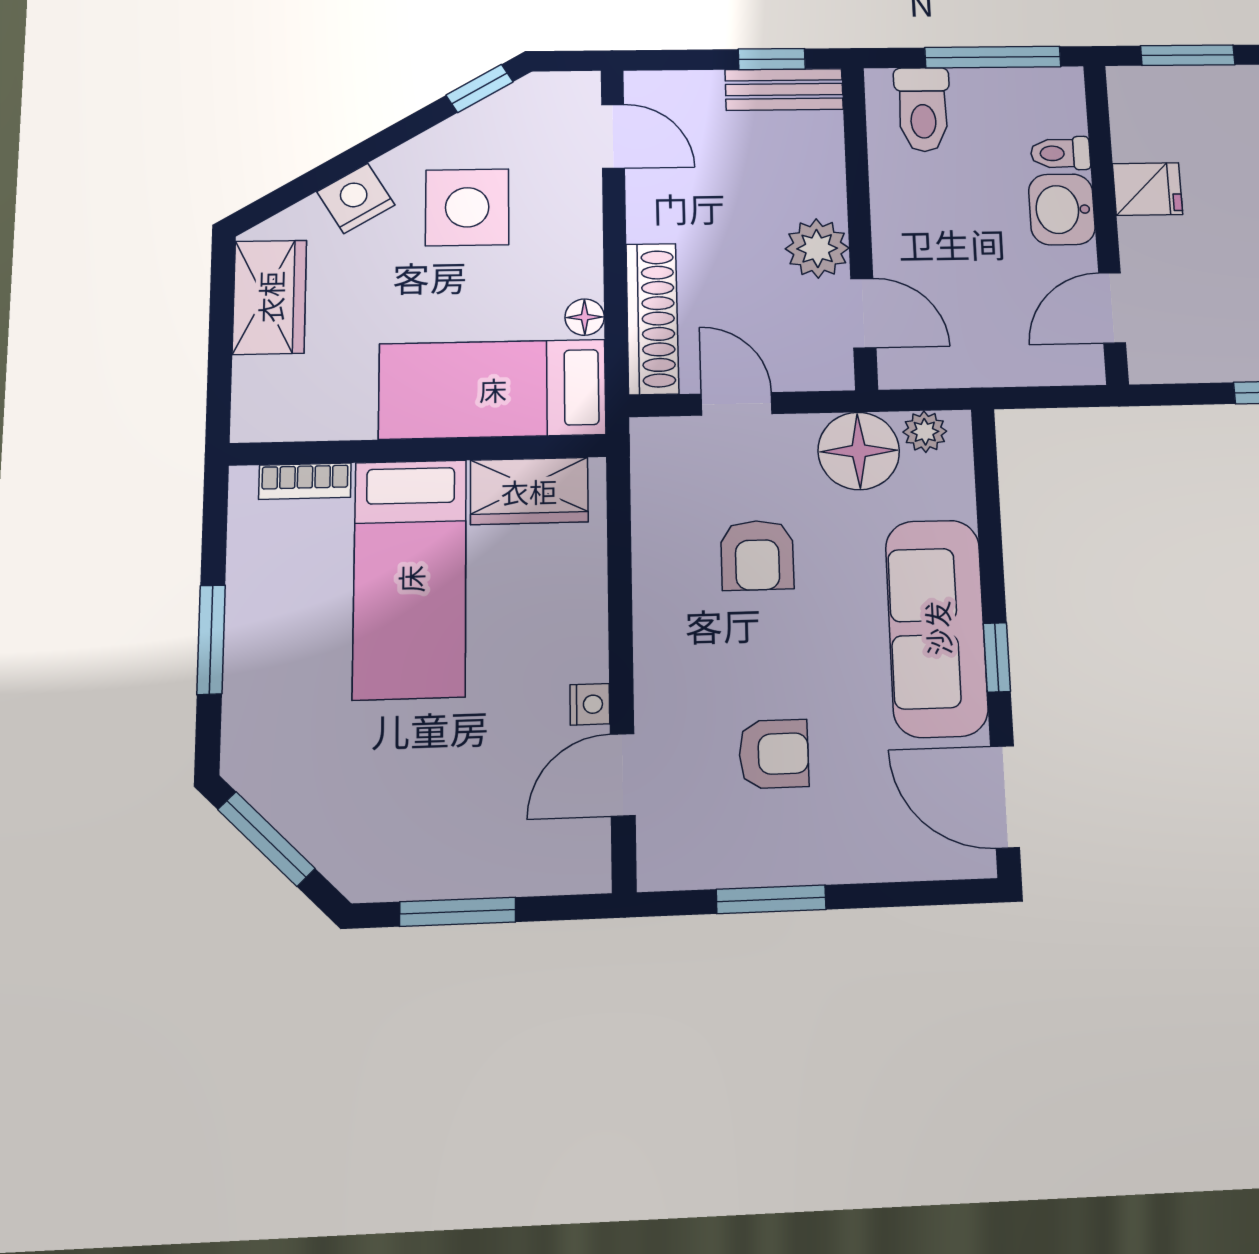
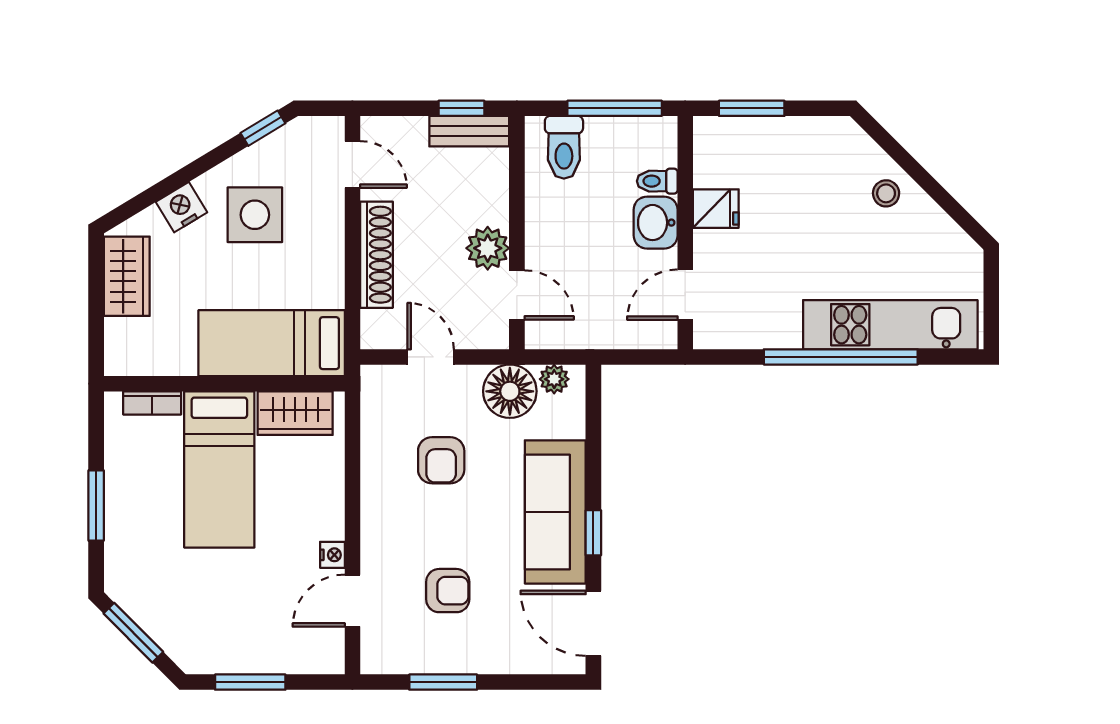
floor lamp: (585, 317) -> (332, 294), removed
shoe rack: (652, 319) -> (376, 255), moved

